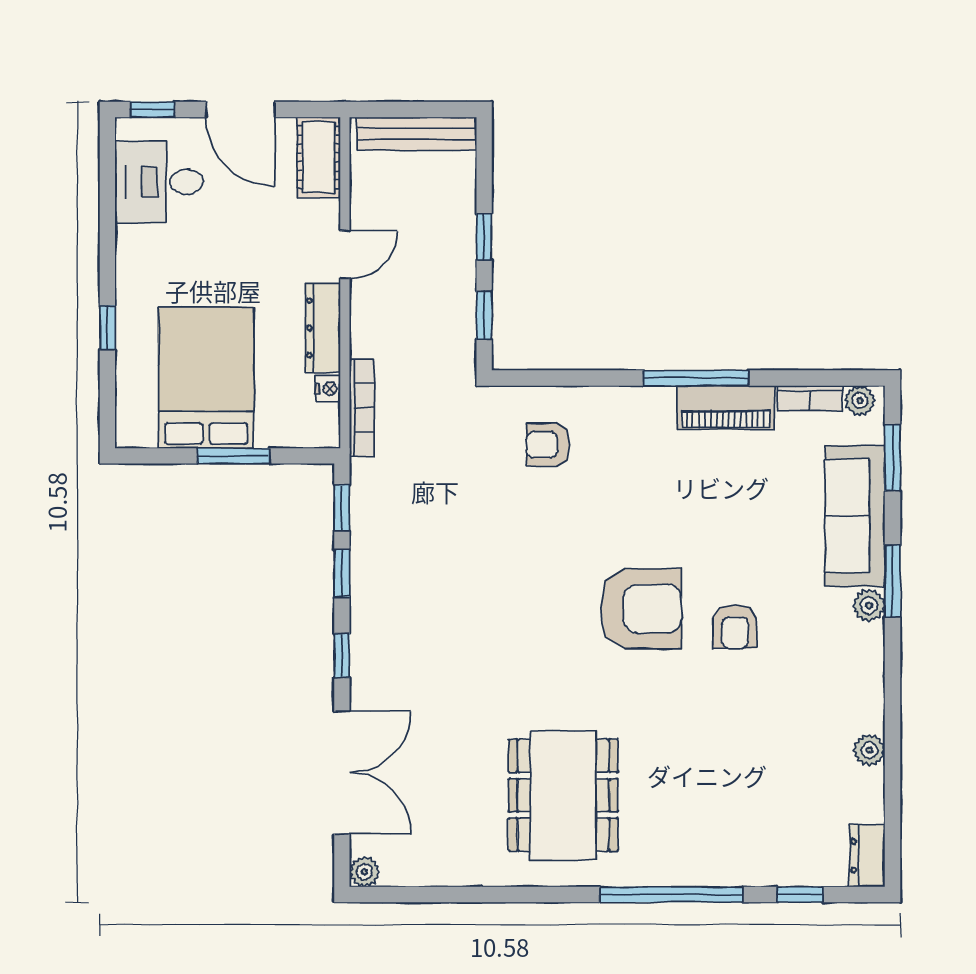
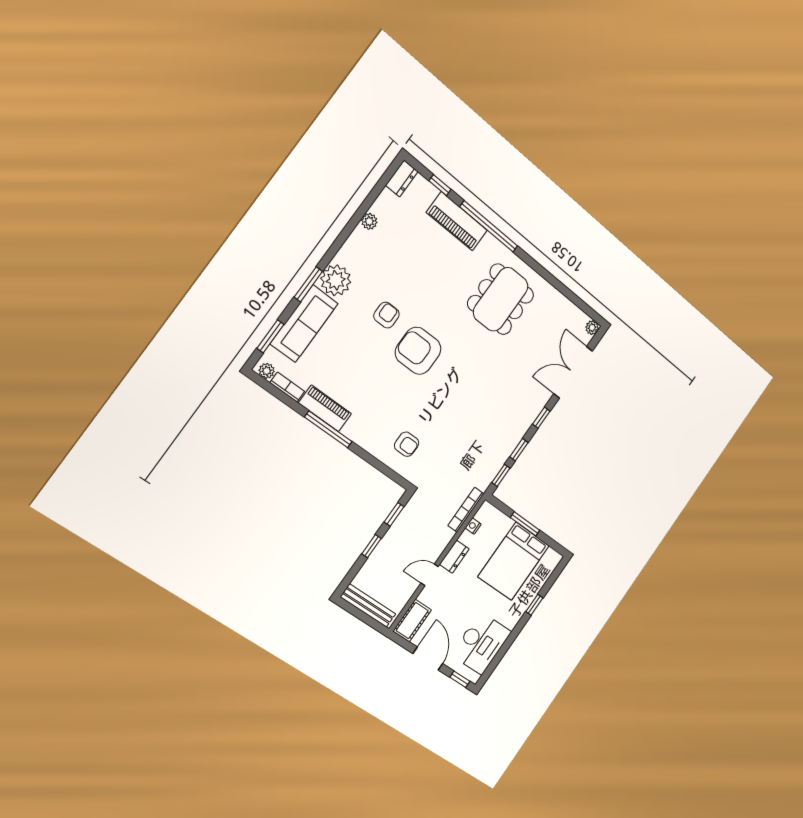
desk: (159, 182) -> (481, 643), width x1.37
dresser: (323, 328) -> (454, 557), width x0.70
plant: (869, 606) -> (336, 280), width x1.87, depth x1.87
piano: (730, 861) -> (457, 221), added

